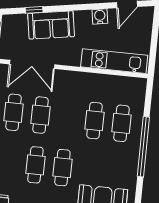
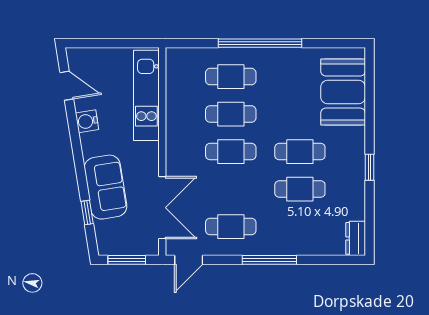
cafe table: (41, 115) -> (231, 152), moved

